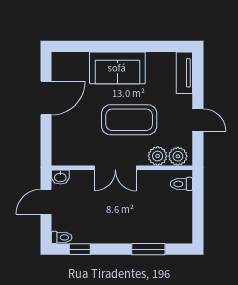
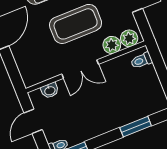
washbasin: (60, 177) -> (50, 90), moved

